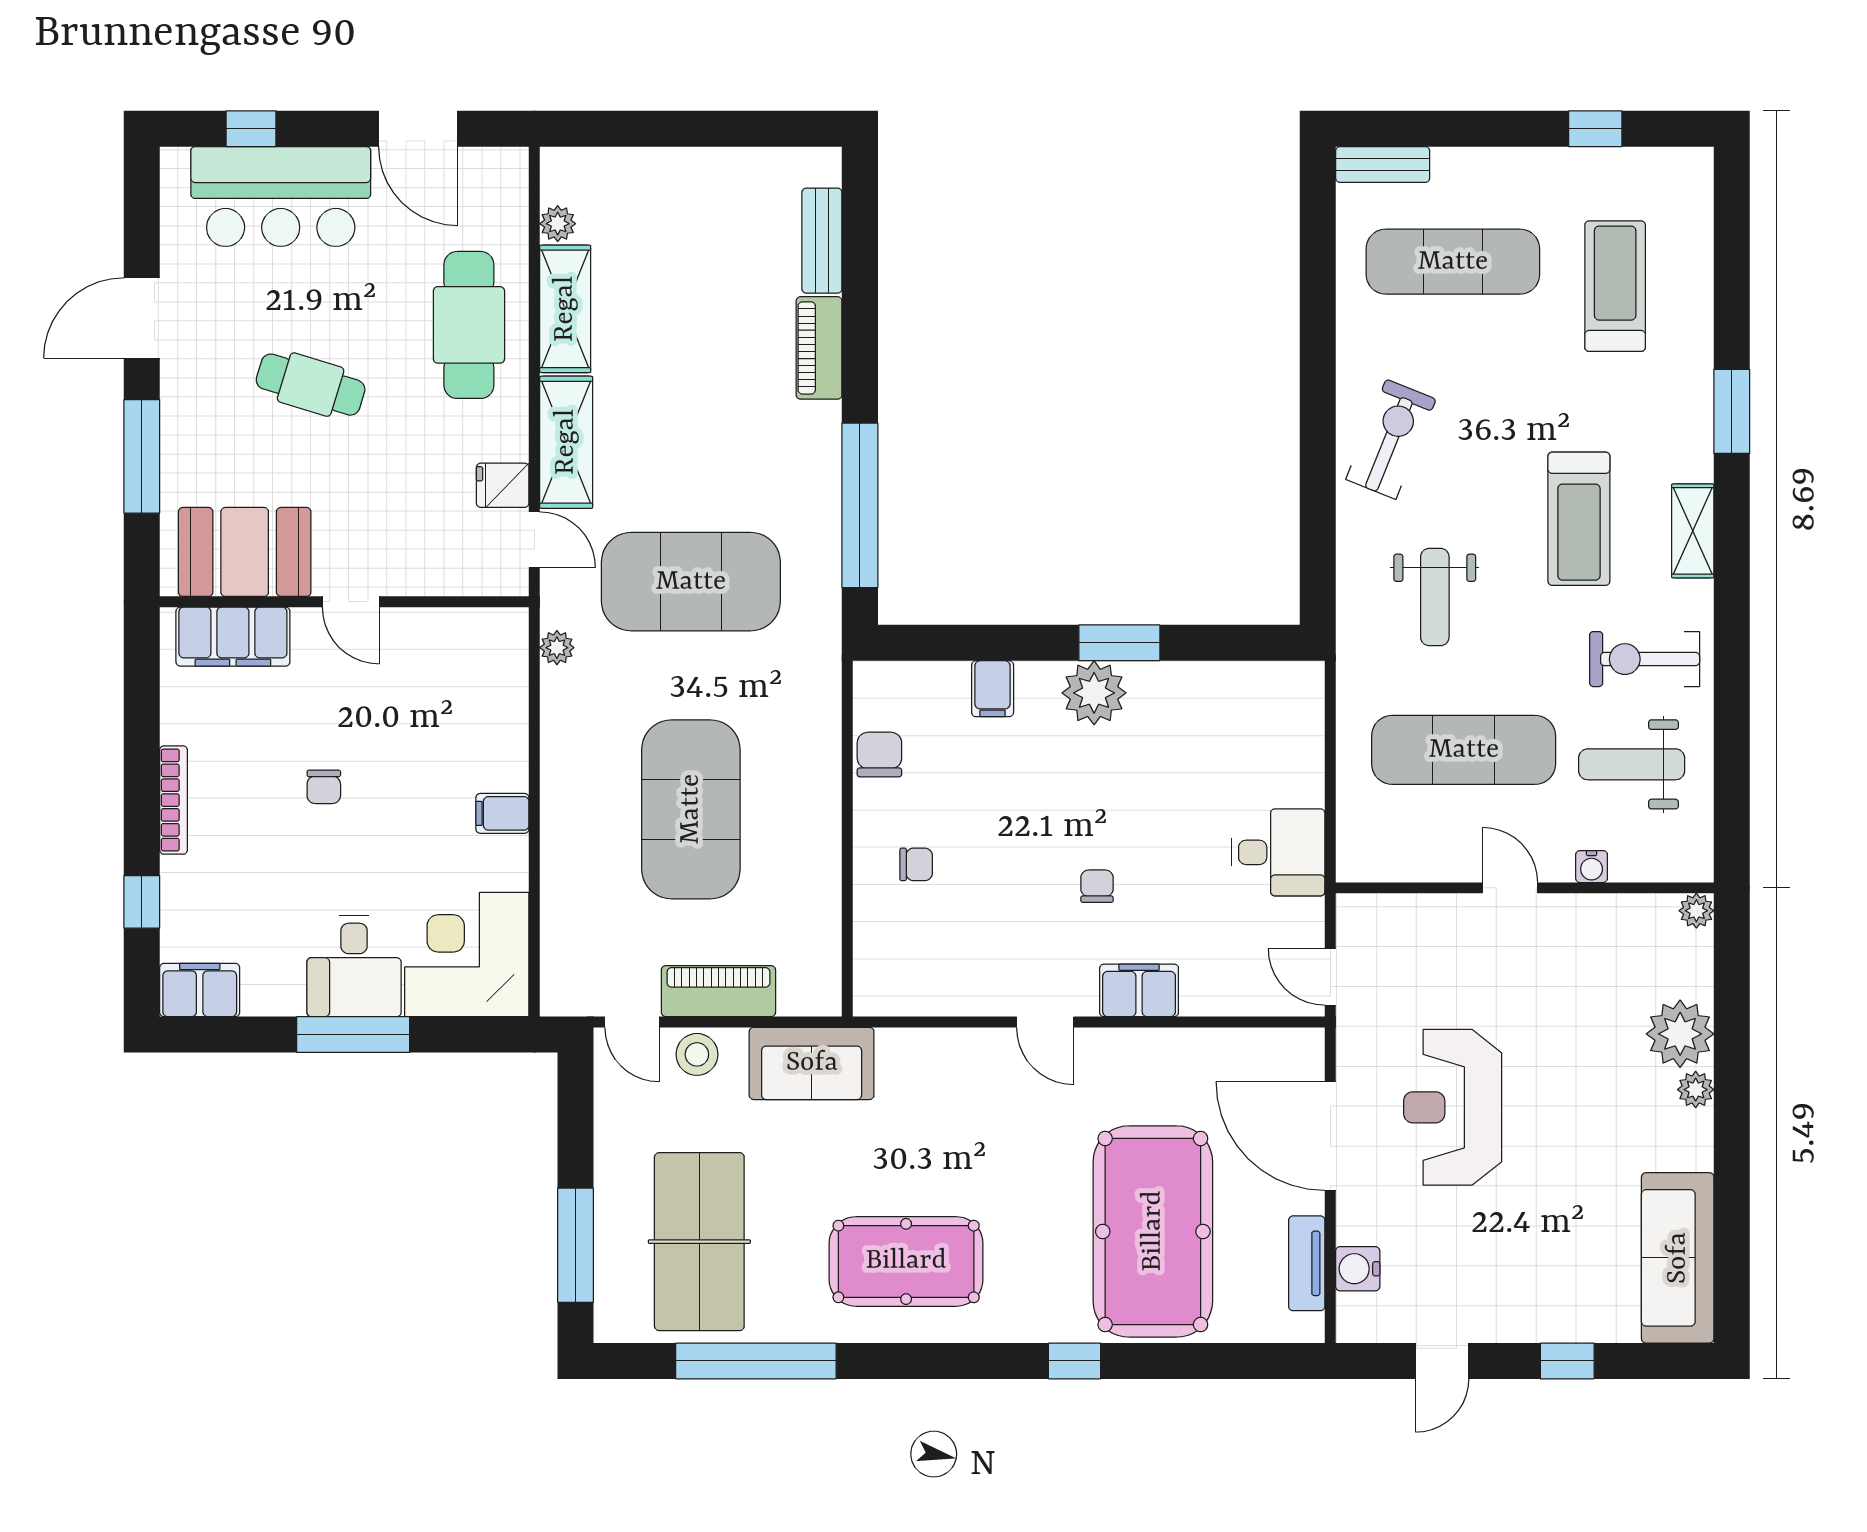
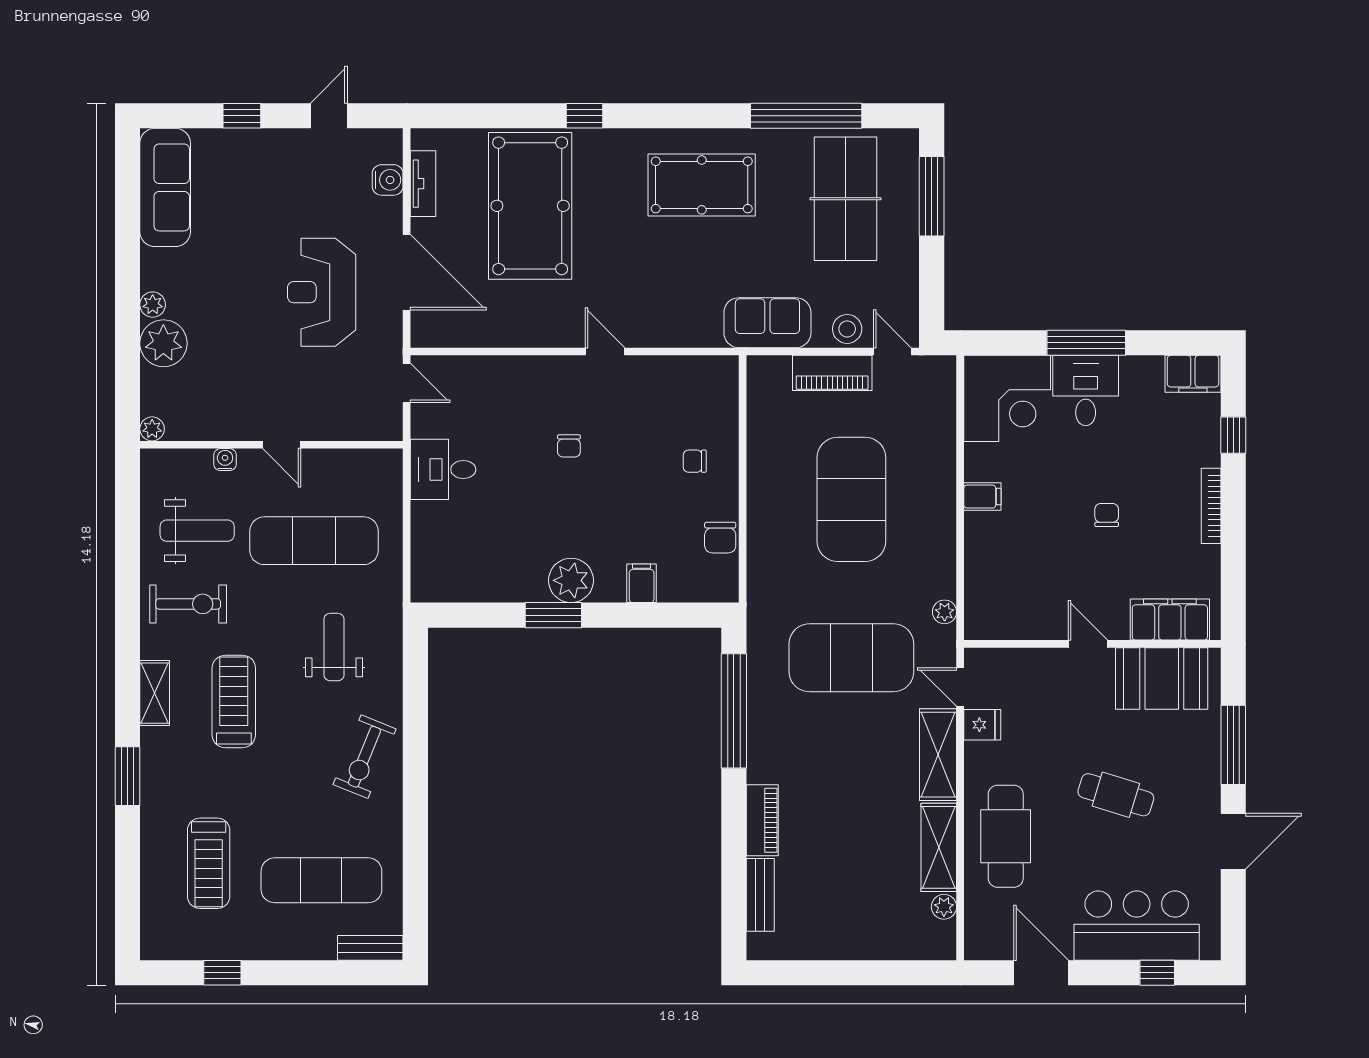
filing cabinet: (1139, 990) -> (540, 374), removed
reception desk: (1453, 1107) -> (322, 292), turned 180

